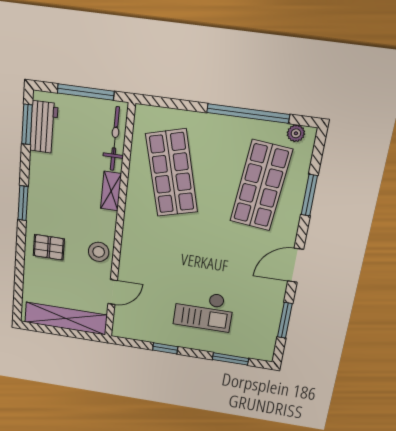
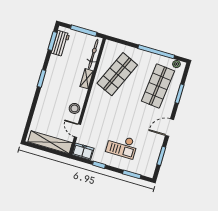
shop shelf: (172, 173) -> (117, 74), turned 39
pallet: (49, 247) -> (50, 103), removed
door: (113, 292) -> (77, 131), swing flipped
freezer: (130, 328) -> (83, 152), added

